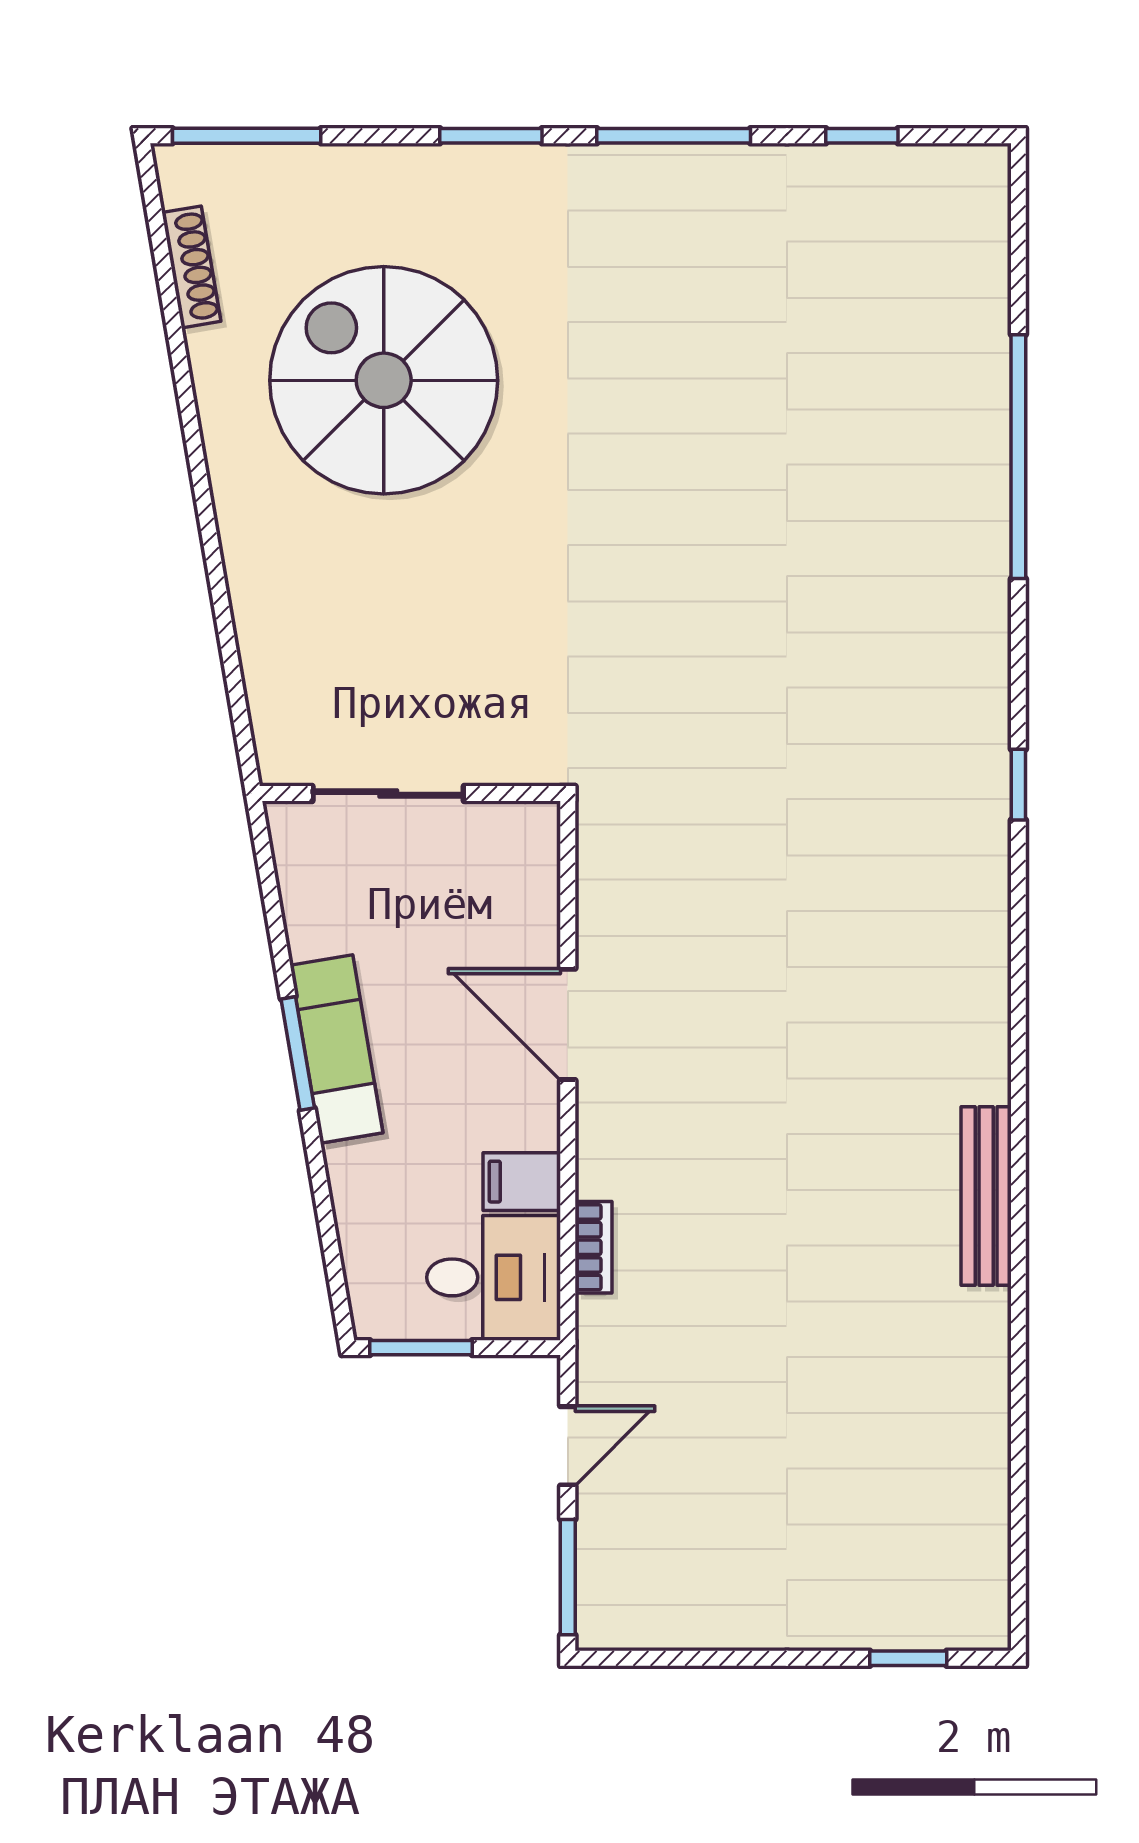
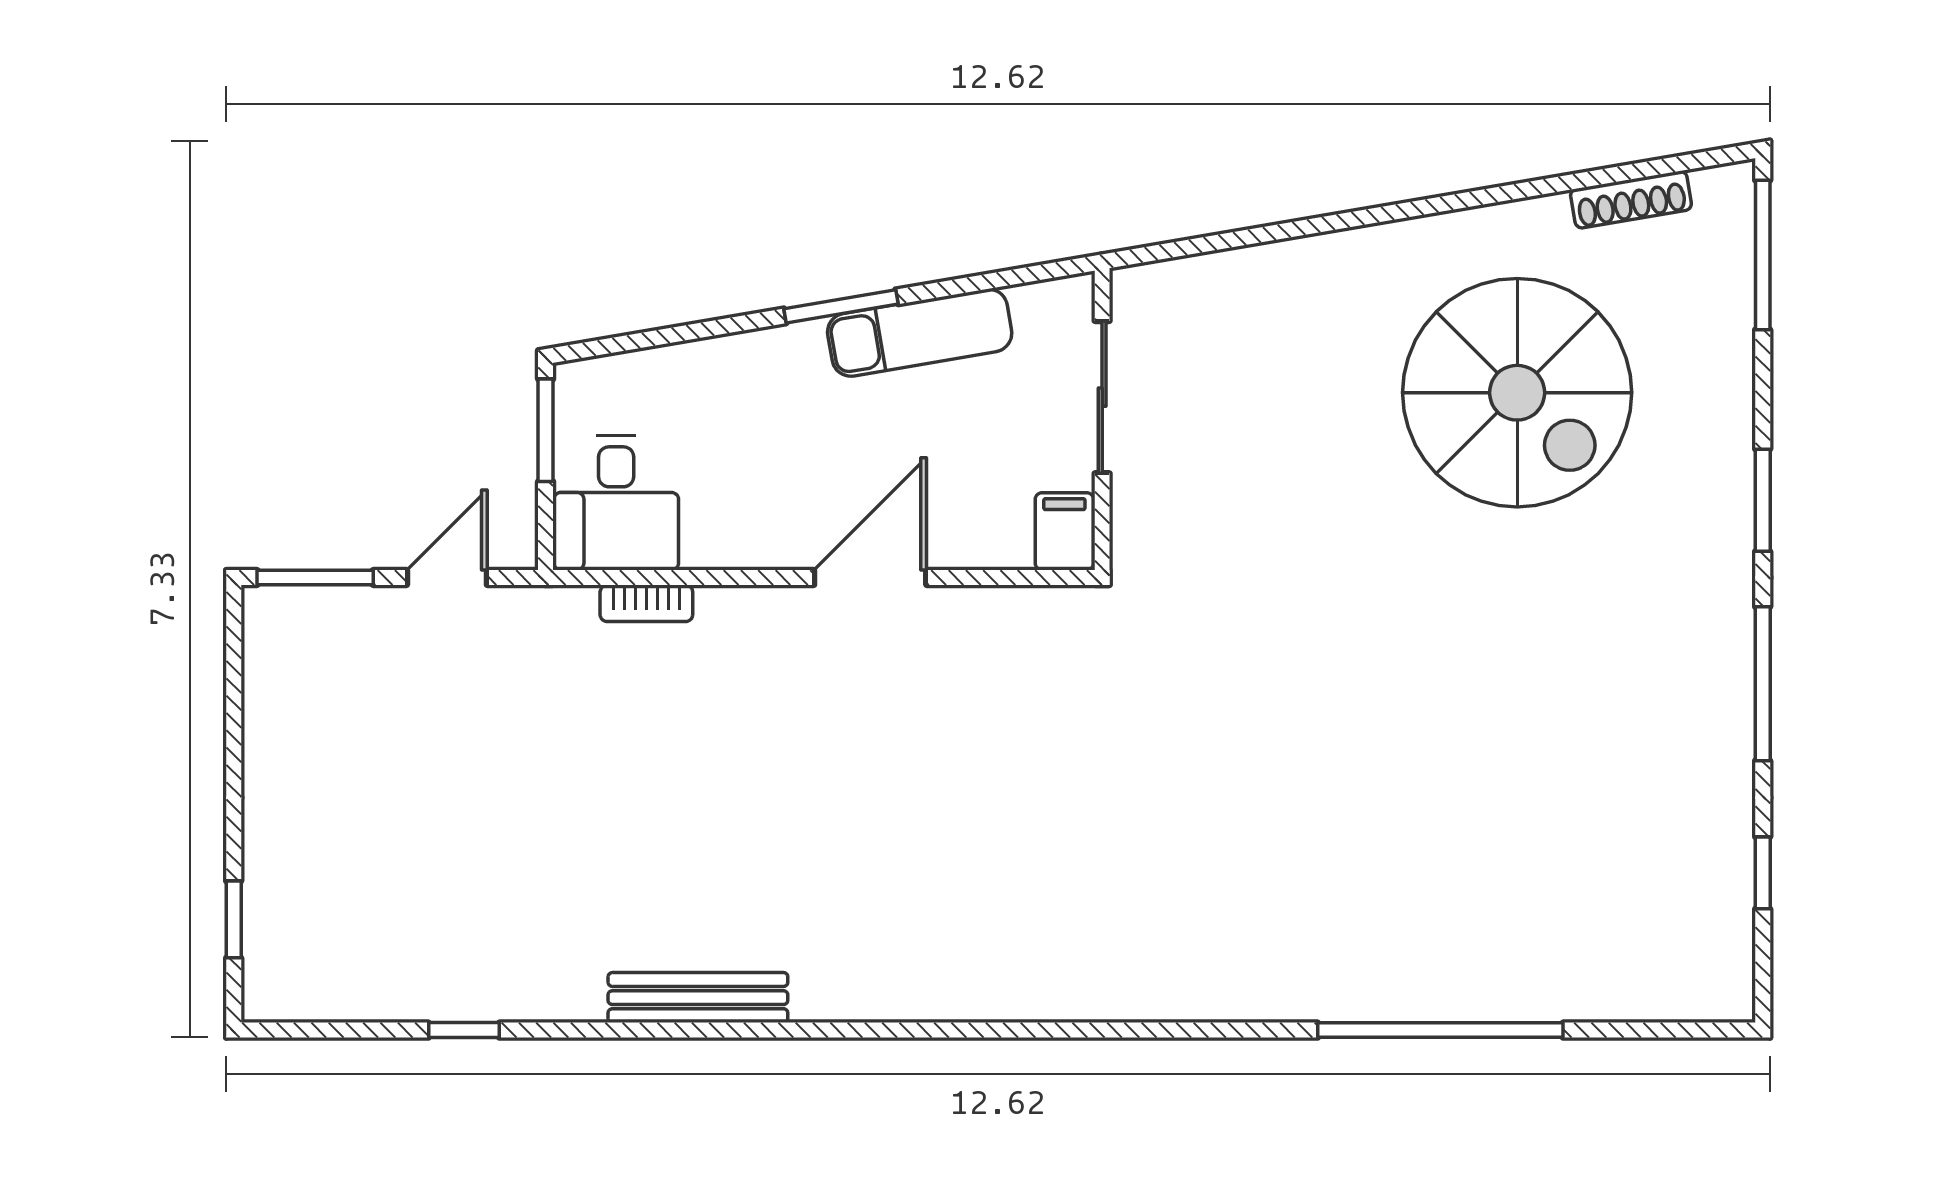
spiral stairs: (384, 380) -> (1517, 393), turned 90
window: (1018, 785) -> (464, 1030), moved
exam couch: (337, 1049) -> (920, 333), moved
filing cabinet: (522, 1182) -> (1064, 531), moved
door: (568, 1446) -> (447, 577), swing flipped

